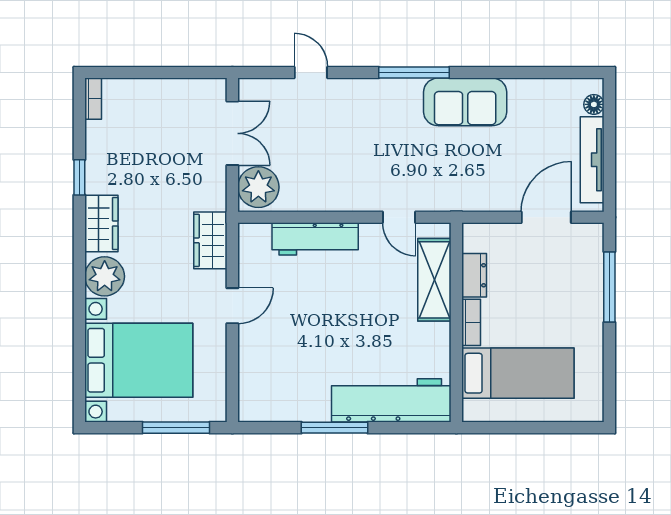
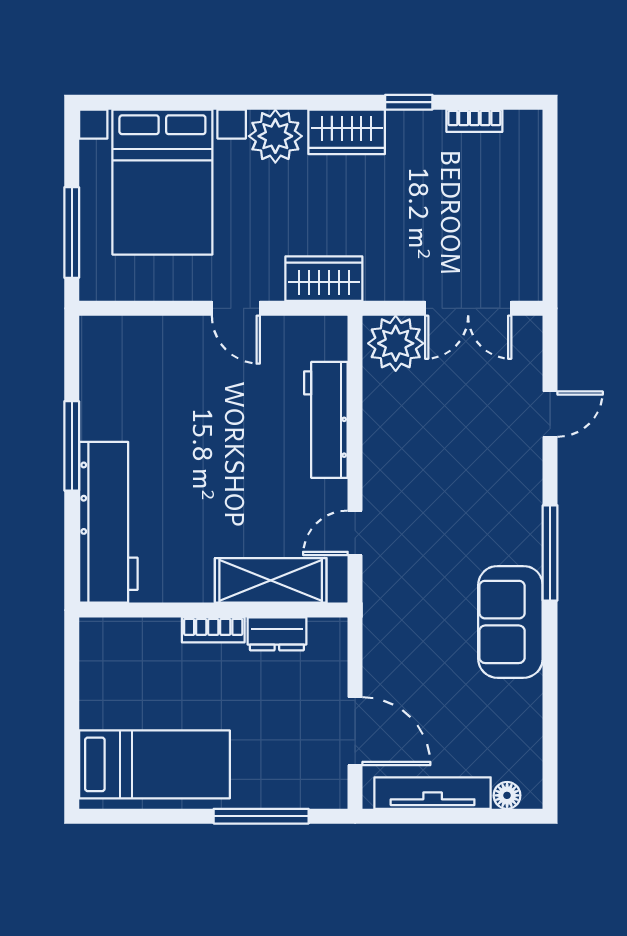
bookcase: (93, 99) -> (474, 121), moved
bed: (518, 373) -> (154, 764), moved, turned -90

